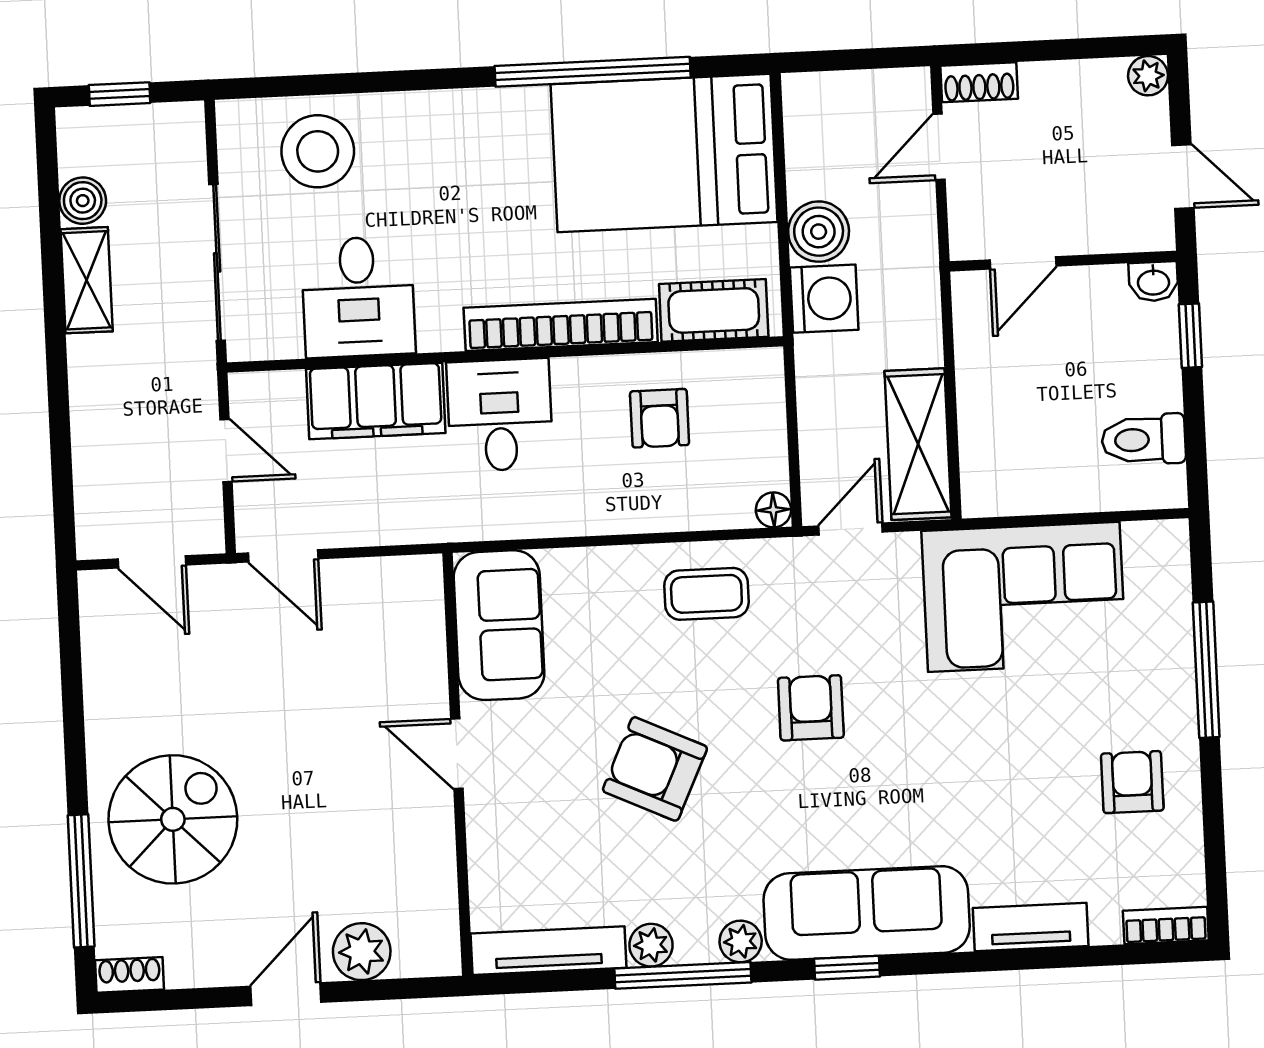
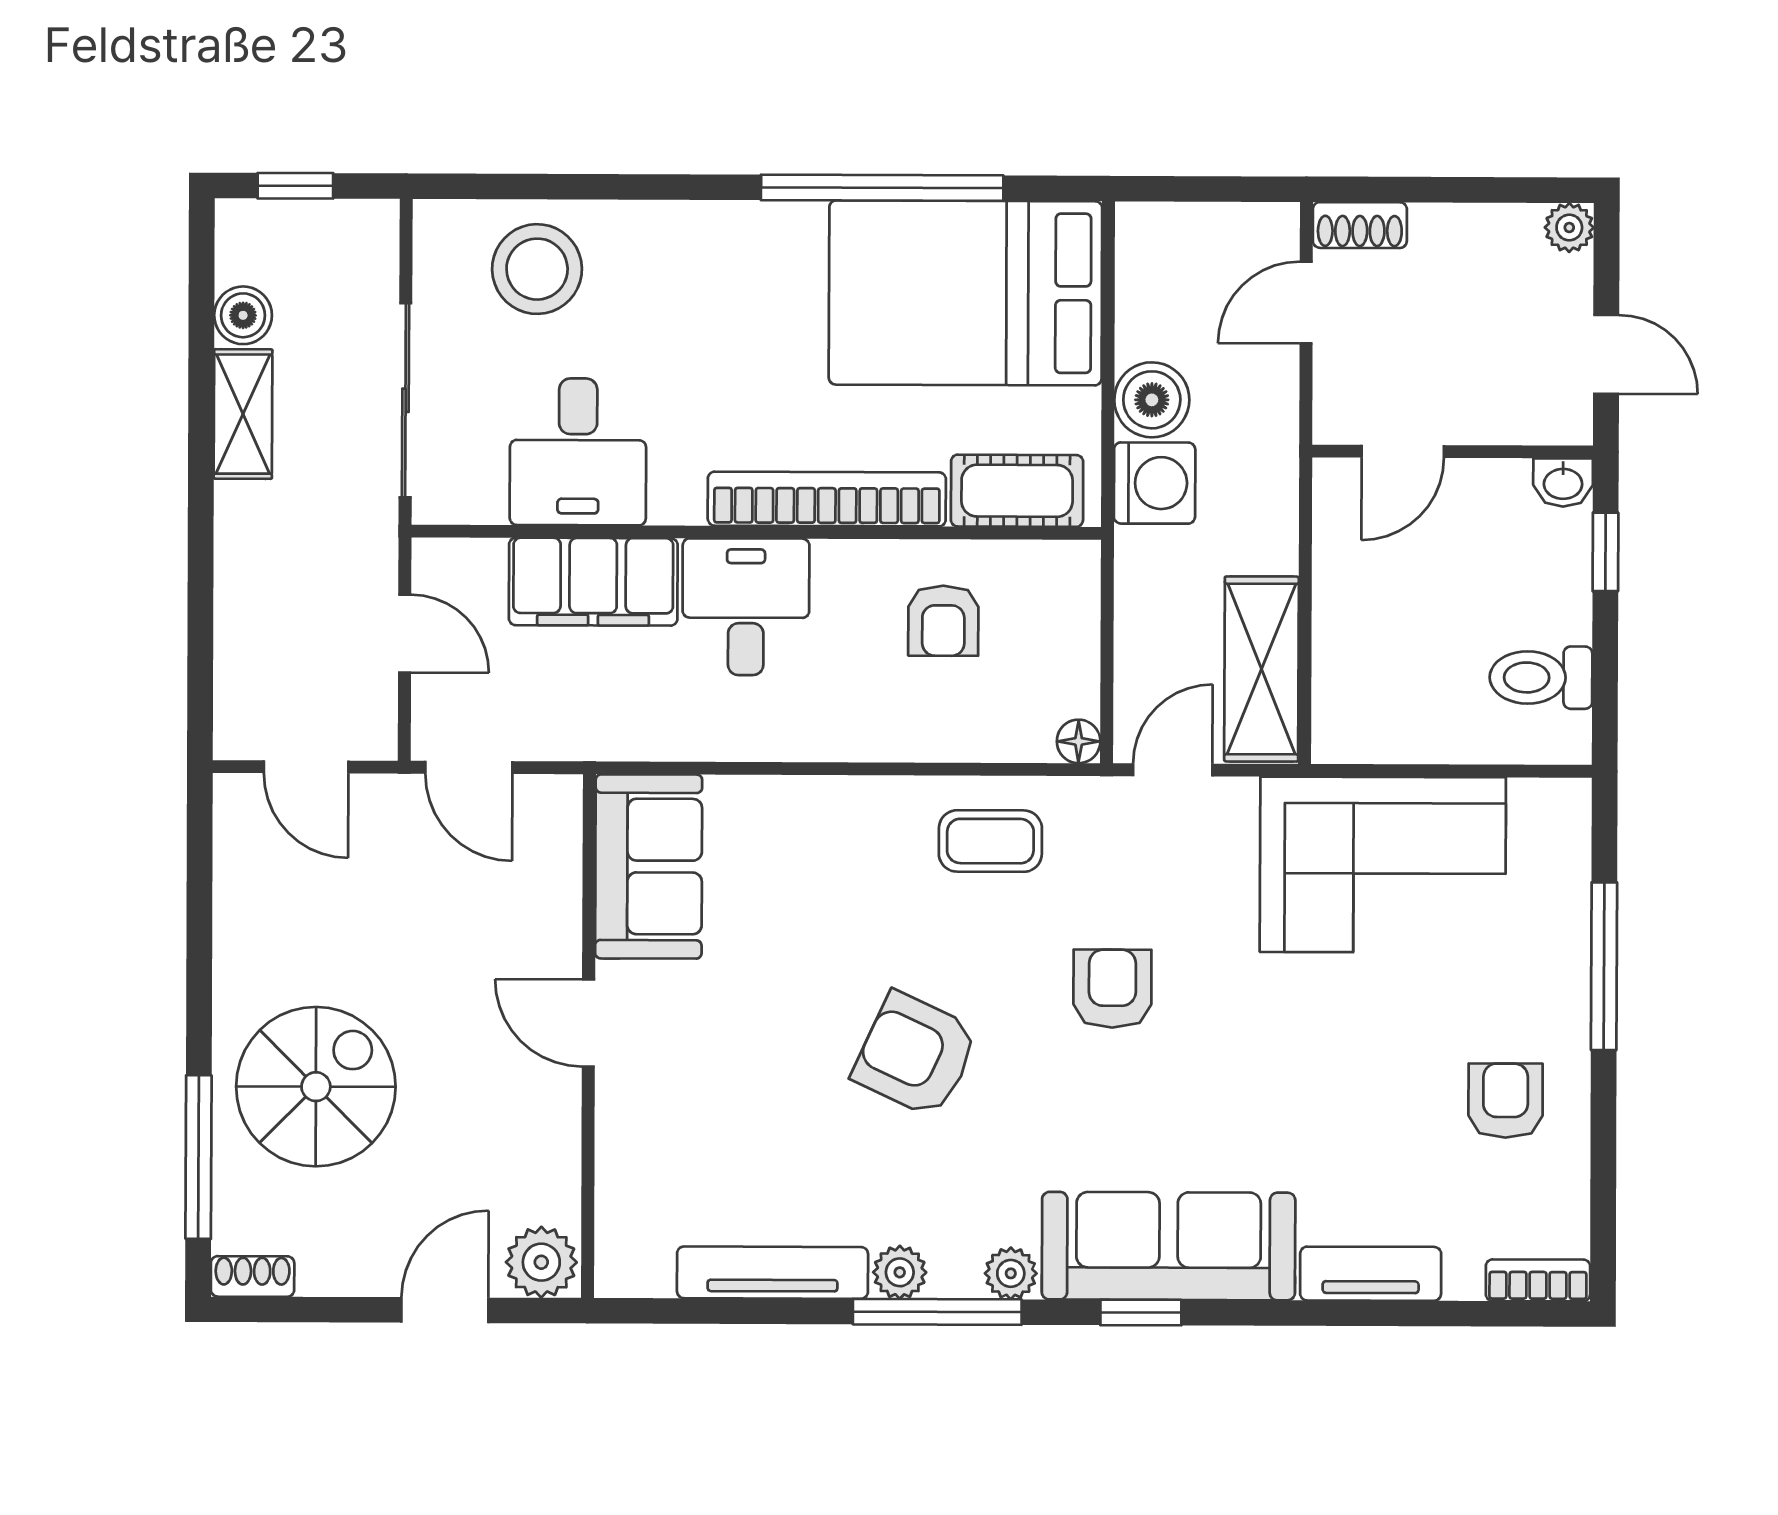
sofa: (499, 625) -> (649, 866), moved
door: (457, 754) -> (588, 1023), moved
wall: (457, 764) -> (588, 1036), moved

